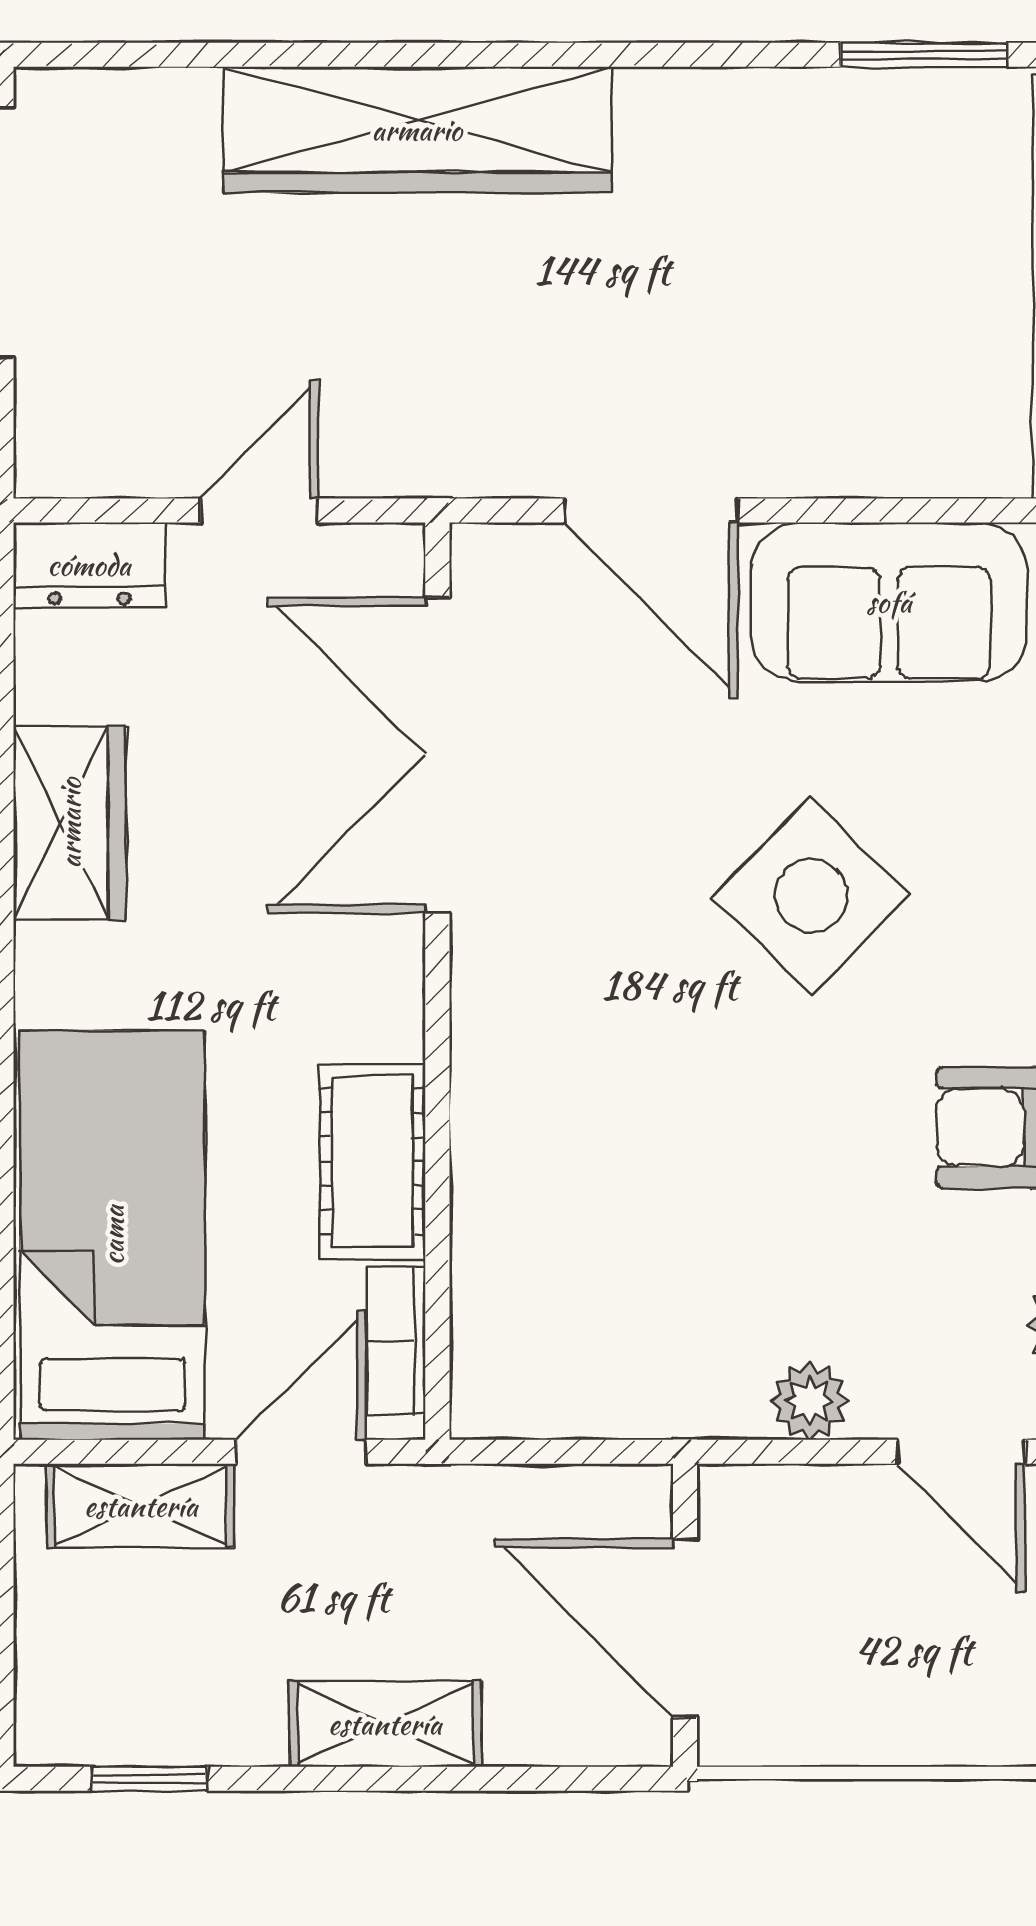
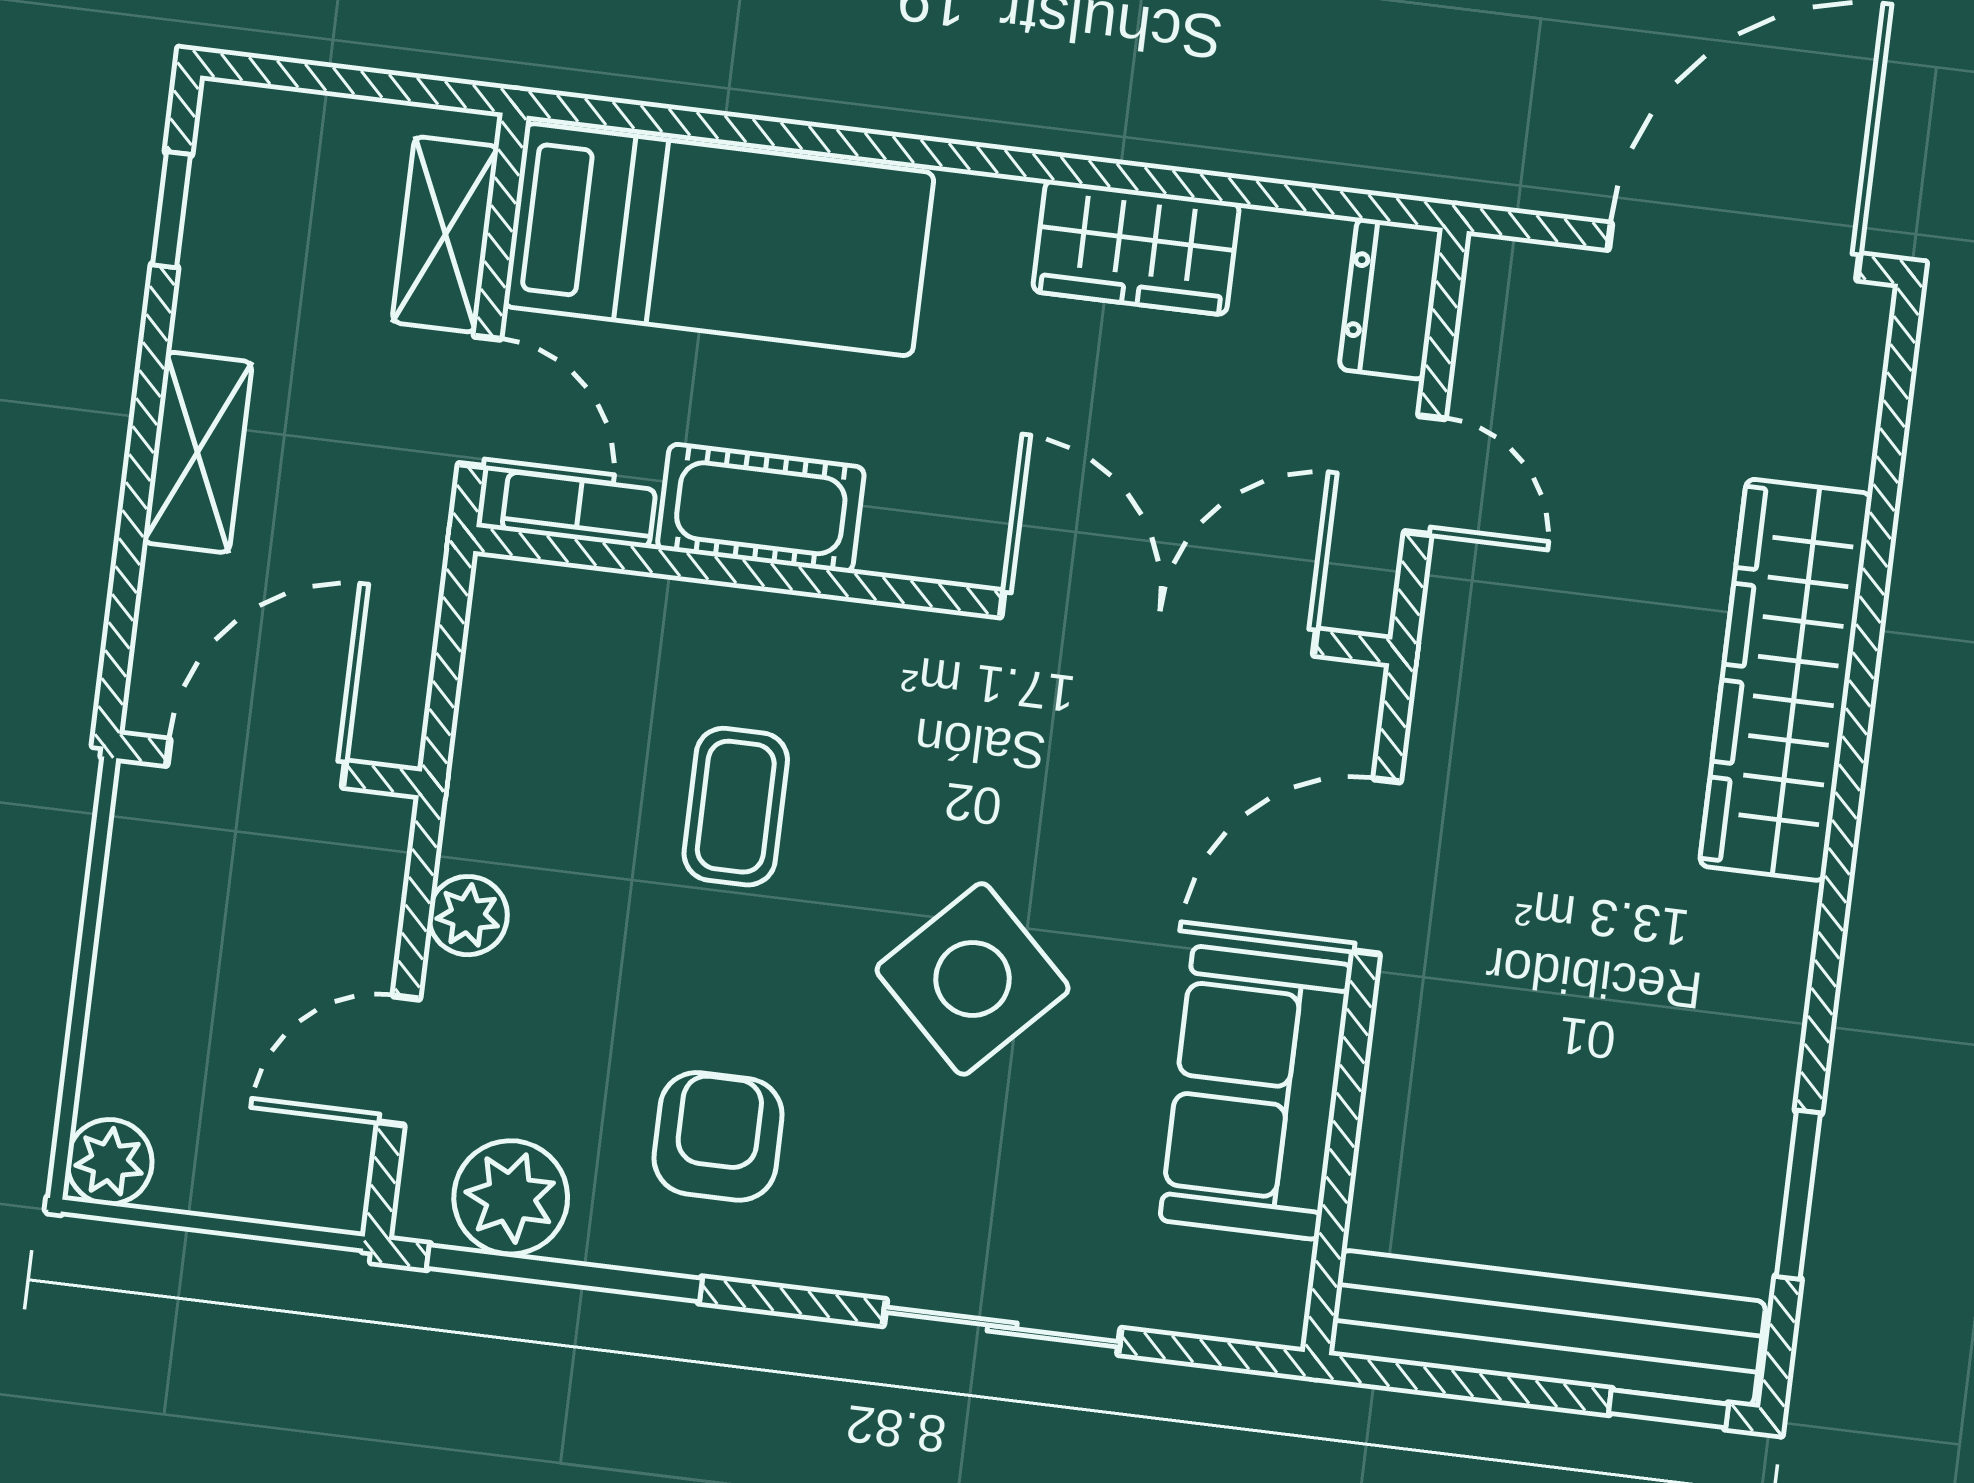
coffee table: (670, 1150) -> (736, 807), added

